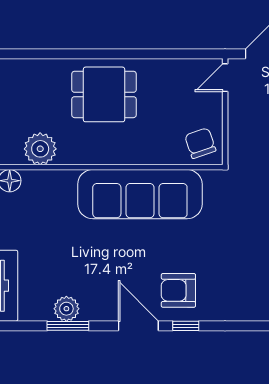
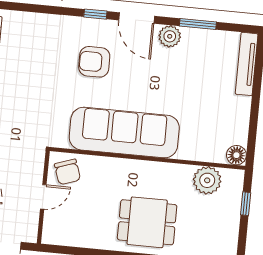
door: (225, 78) -> (43, 197), moved
armchair: (178, 290) -> (94, 62), moved, turned 180
plant: (66, 309) -> (170, 36), moved

